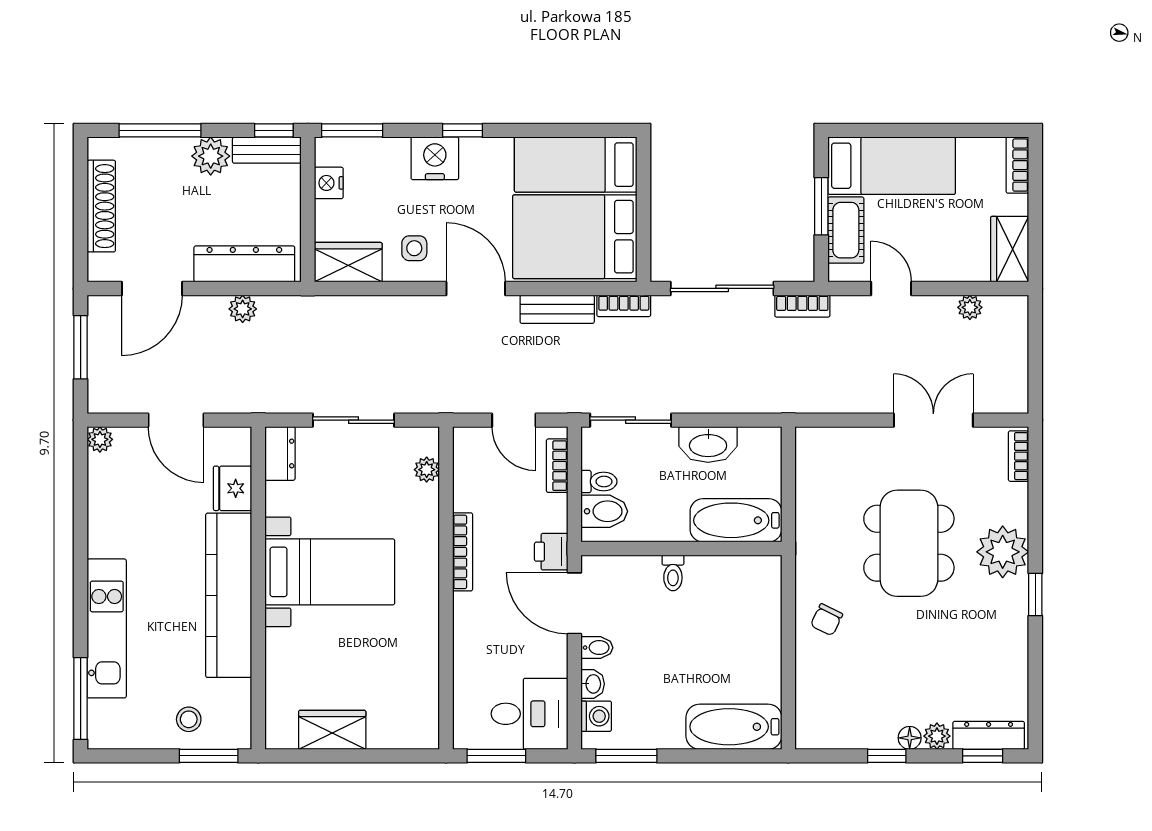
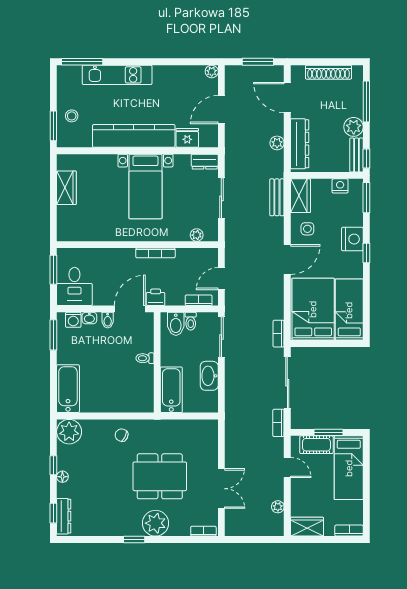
door: (891, 288) -> (287, 467), hinge flipped
bench: (557, 309) -> (277, 197), moved
plant: (937, 736) -> (69, 432), moved, width x1.87, depth x1.87

